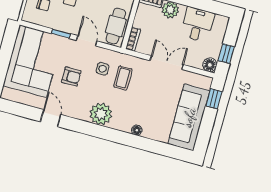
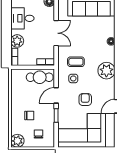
double door: (167, 63) -> (56, 33), swing flipped

